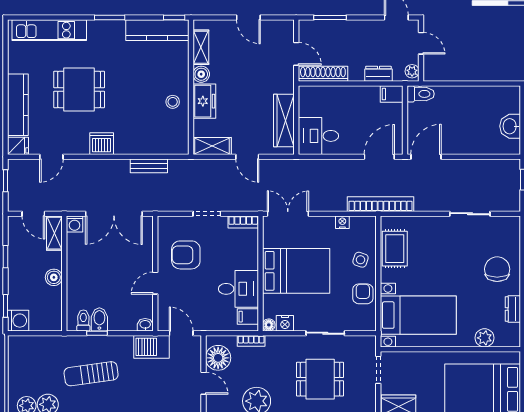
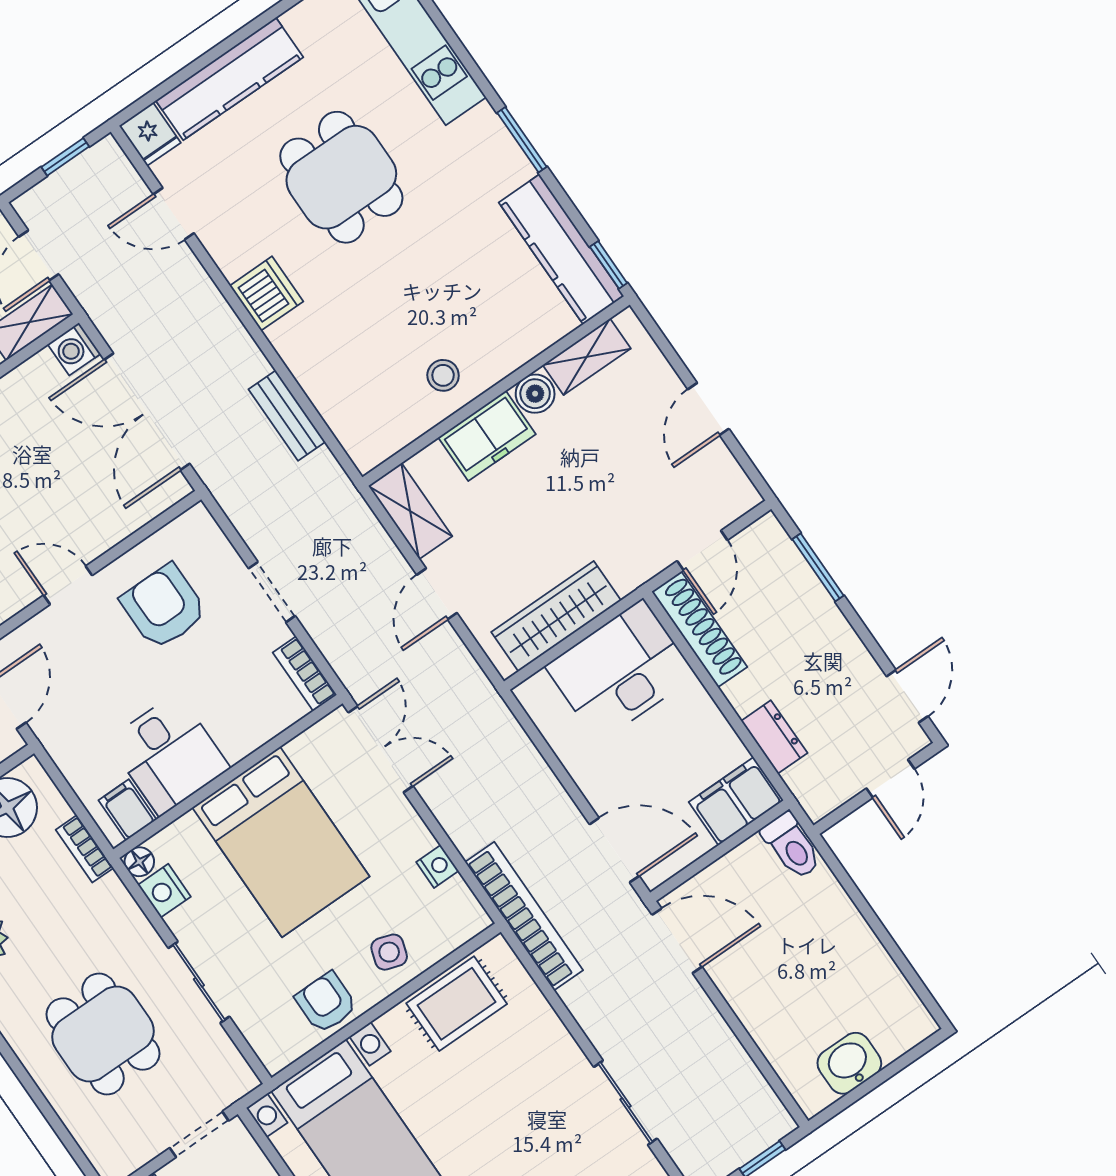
plant: (412, 71) -> (824, 799), removed
filing cabinet: (392, 94) -> (736, 801), width x2.00
desk: (318, 136) -> (621, 671), moved, width x1.37
armchair: (363, 294) -> (326, 1002), turned -90

